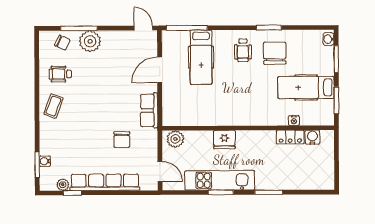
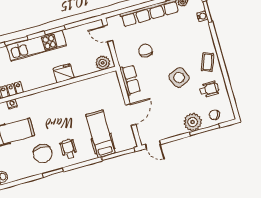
side table: (91, 97) -> (179, 77), added
kitchen unit: (220, 180) -> (37, 46), moved

